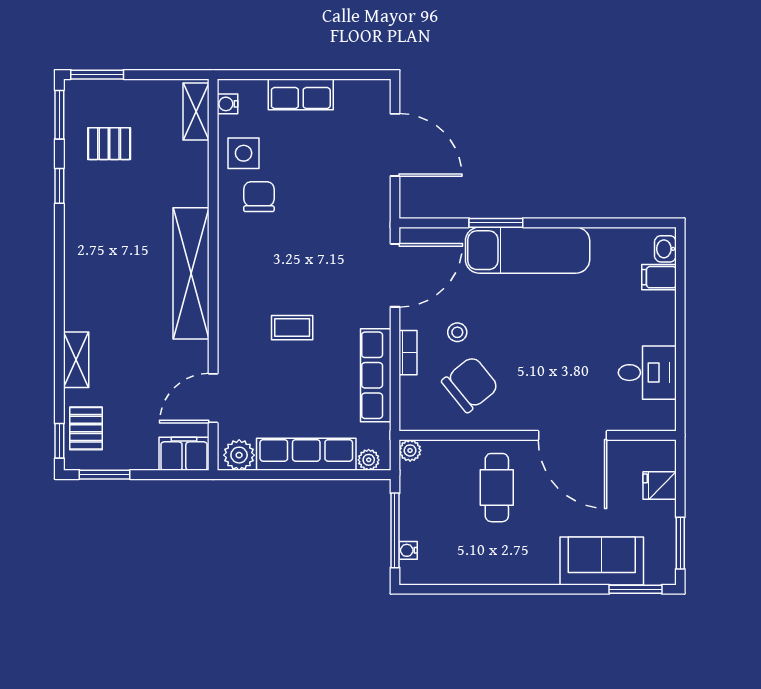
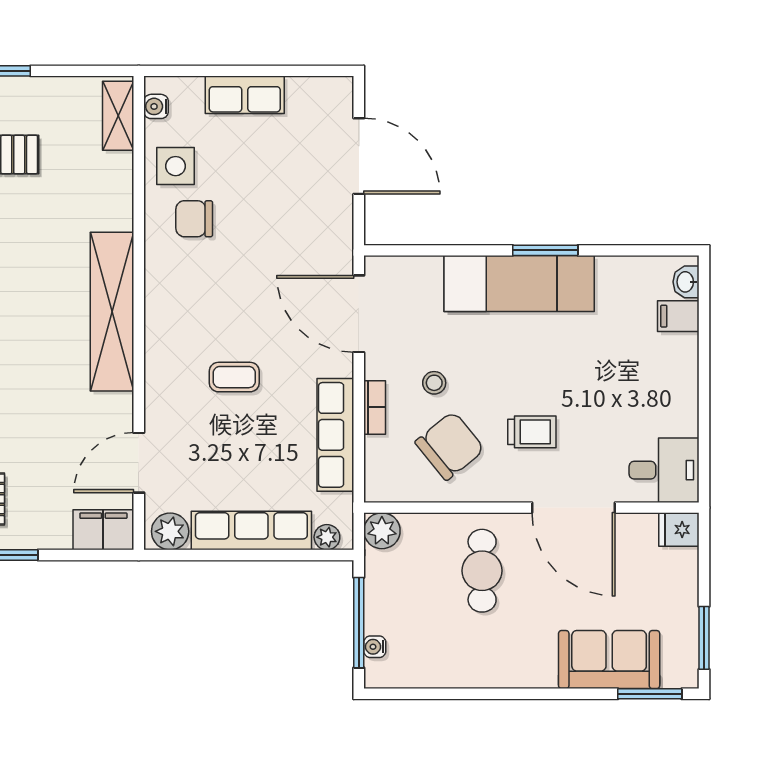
chair: (259, 197) -> (194, 219), turned -90
window: (496, 223) -> (545, 250), moved
door: (395, 275) -> (359, 314), swing flipped
trolley: (538, 373) -> (532, 432), added
desk: (647, 373) -> (664, 470), moved
plant: (410, 450) -> (382, 531), width x1.38, depth x1.38
fridge: (660, 486) -> (679, 529), moved

